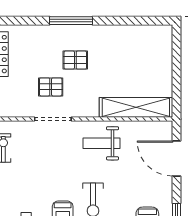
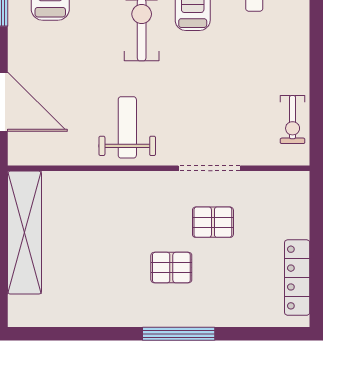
shelving: (136, 107) -> (25, 233), moved, turned 90
weight bench: (102, 143) -> (127, 127), turned -90

